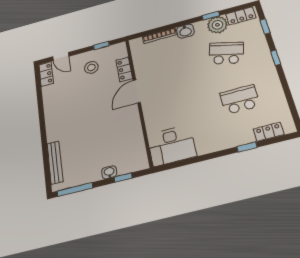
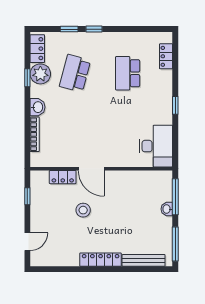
window: (265, 26) -> (69, 29), moved
stool: (91, 67) -> (83, 210), moved
locker: (46, 74) -> (101, 260), moved, width x1.53
window: (247, 147) -> (175, 105), moved
window: (123, 178) -> (175, 197), width x2.17

